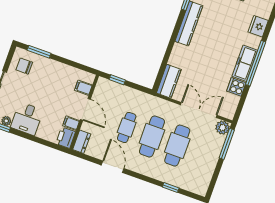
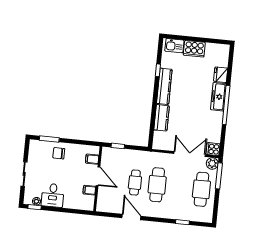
freezer: (245, 63) -> (218, 97), moved
chair: (24, 66) -> (59, 153), moved
kitchen counter: (169, 81) -> (162, 118), moved
cooker: (236, 87) -> (213, 149), moved
printer: (66, 138) -> (88, 203), removed
dresser: (82, 142) -> (101, 203), removed
cafe table: (177, 146) -> (201, 189), moved

